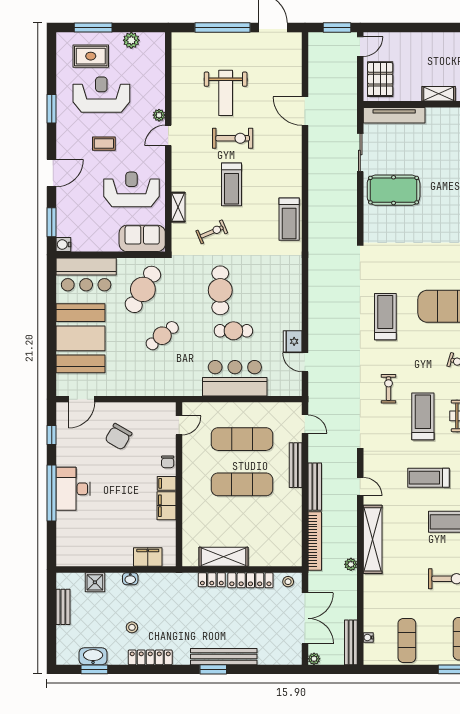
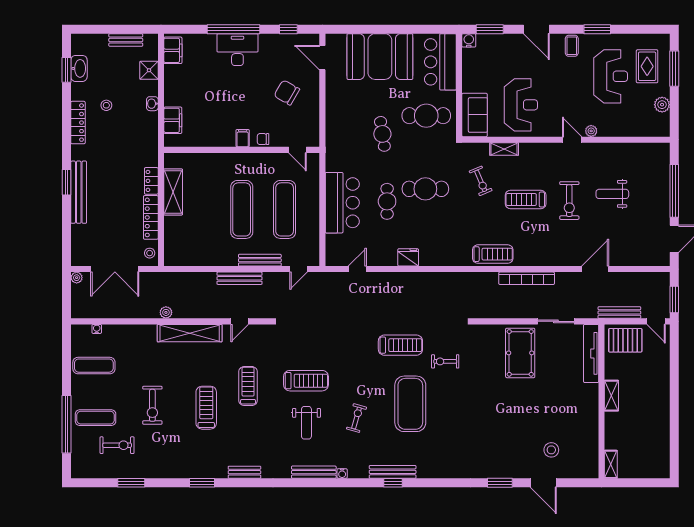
weight bench: (226, 93) -> (612, 194), width x0.73, depth x0.75
coffee table: (104, 144) -> (572, 46), moved
treadmill: (289, 219) -> (493, 254), turned 180
cafe table: (143, 289) -> (426, 116), turned -31
cafe table: (162, 336) -> (382, 134), turned 30
fridge: (293, 341) -> (408, 257), moved
exercise bike: (389, 389) -> (445, 361), moved, turned 180
filing cabinet: (167, 506) -> (173, 50), moved, turned 90
bookcase: (315, 541) -> (527, 278), moved
bench: (351, 642) -> (619, 313), moved

